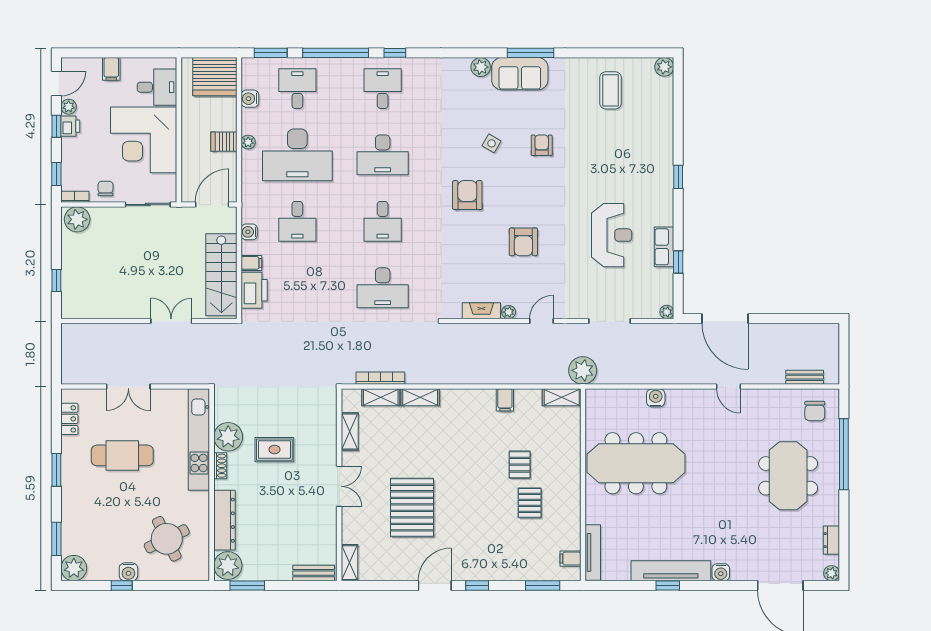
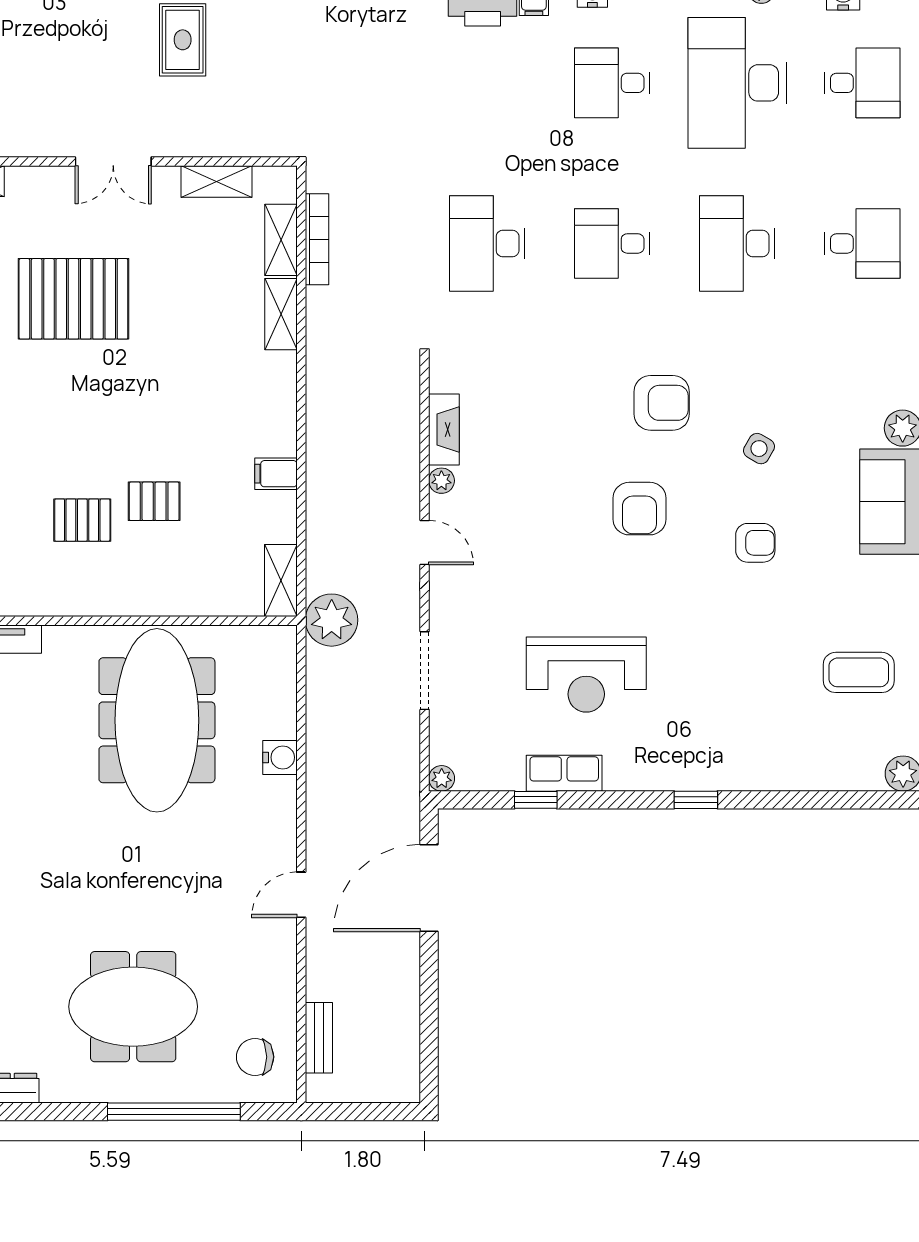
armchair: (523, 242) -> (639, 509), moved, turned -90

